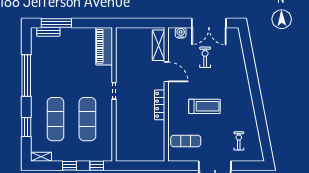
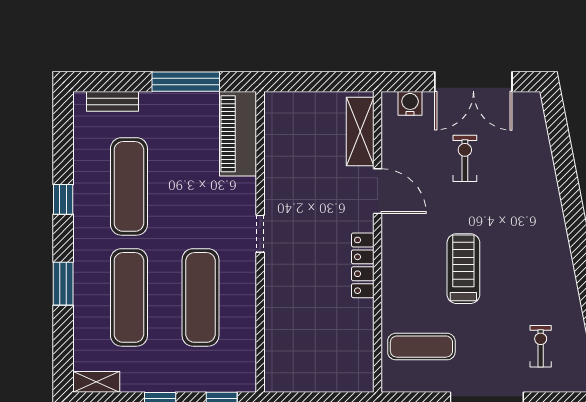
window: (56, 23) -> (186, 82), moved
exercise mat: (56, 70) -> (129, 186), added
window: (26, 76) -> (63, 199), width x0.32
treadmill: (204, 106) -> (463, 269), turned -90
window: (26, 127) -> (63, 284), moved

